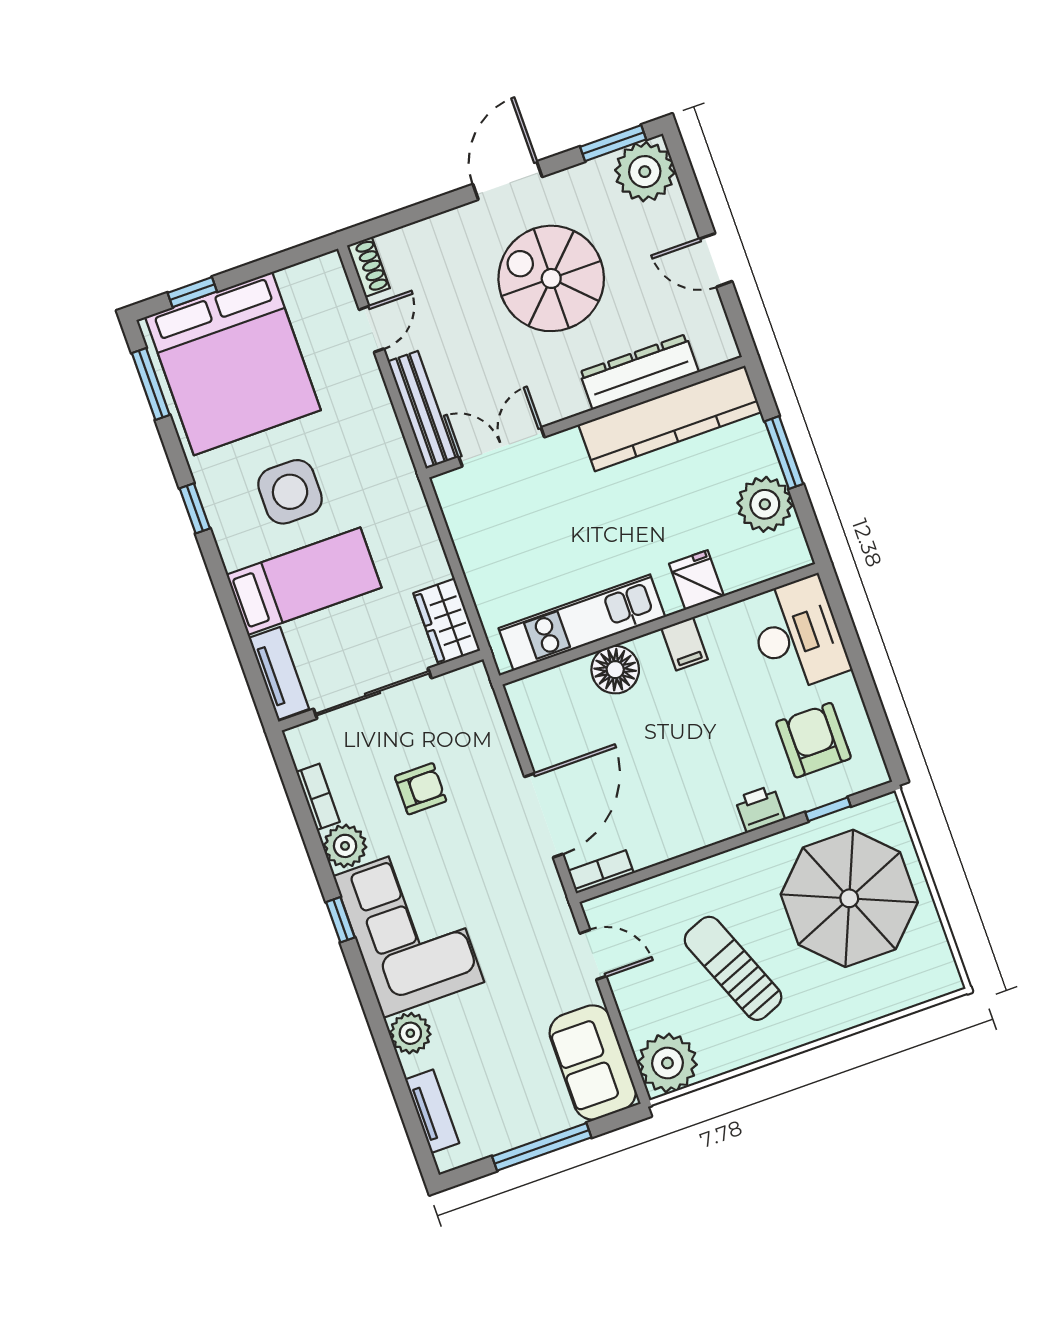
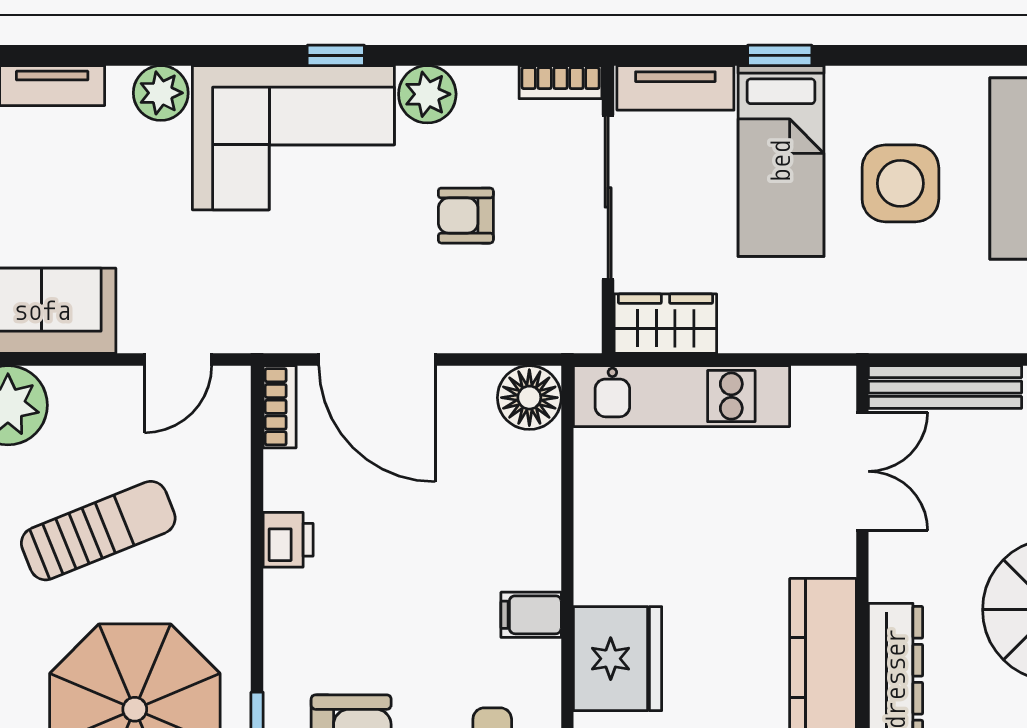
window: (195, 508) -> (780, 55), moved
fridge: (697, 580) -> (618, 659), width x1.88, depth x1.34
kitchen unit: (582, 623) -> (682, 396), moved, turned 90
floor lamp: (615, 670) -> (529, 398), moved
armchair: (421, 789) -> (466, 216), turned 90
bookcase: (318, 797) -> (560, 82), moved
printer: (760, 809) -> (288, 540), moved

